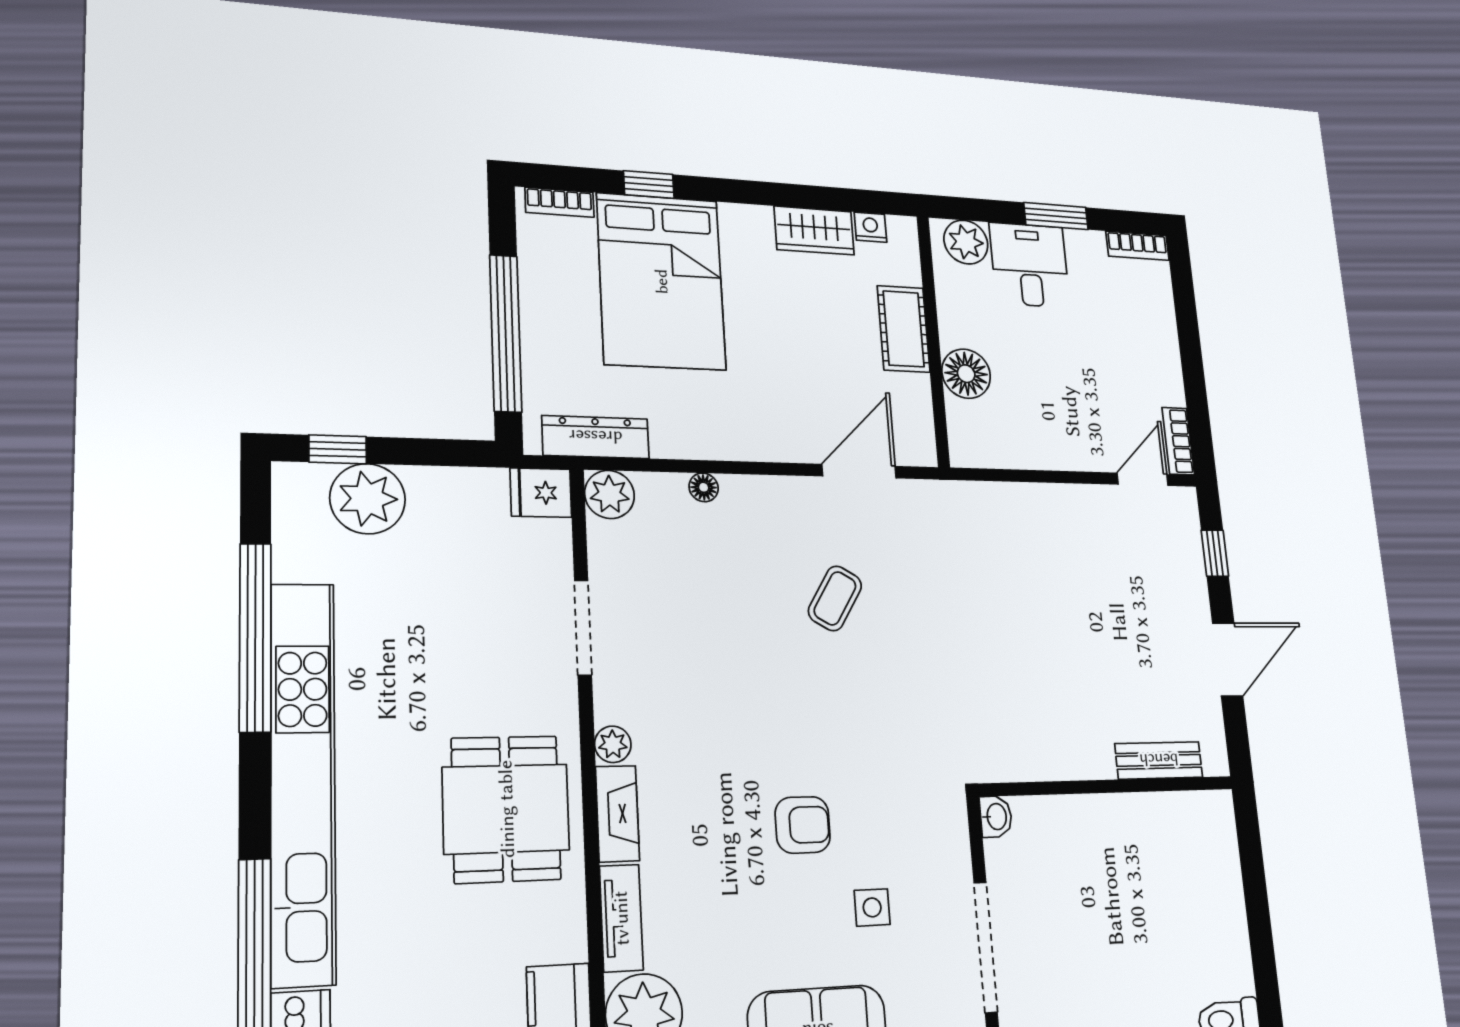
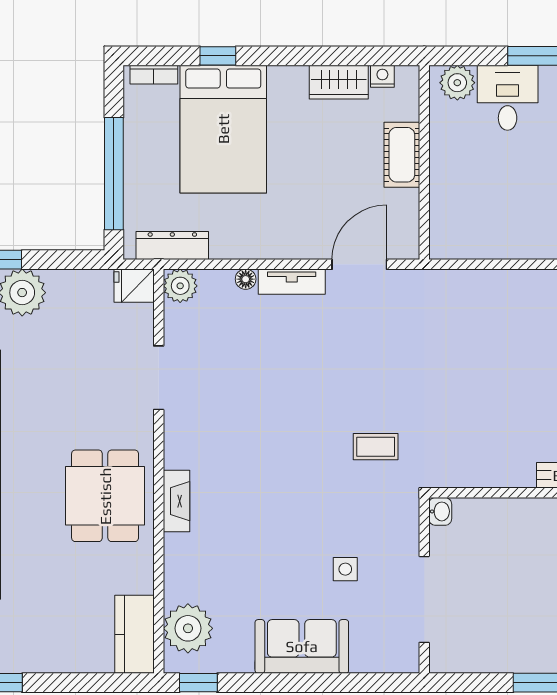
floor lamp: (966, 374) -> (448, 187), removed
coffee table: (835, 598) -> (376, 447), moved, turned 59
plant: (613, 744) -> (175, 456), removed
armchair: (803, 825) -> (301, 513), removed
tv unit: (621, 918) -> (292, 282), moved, turned 90

